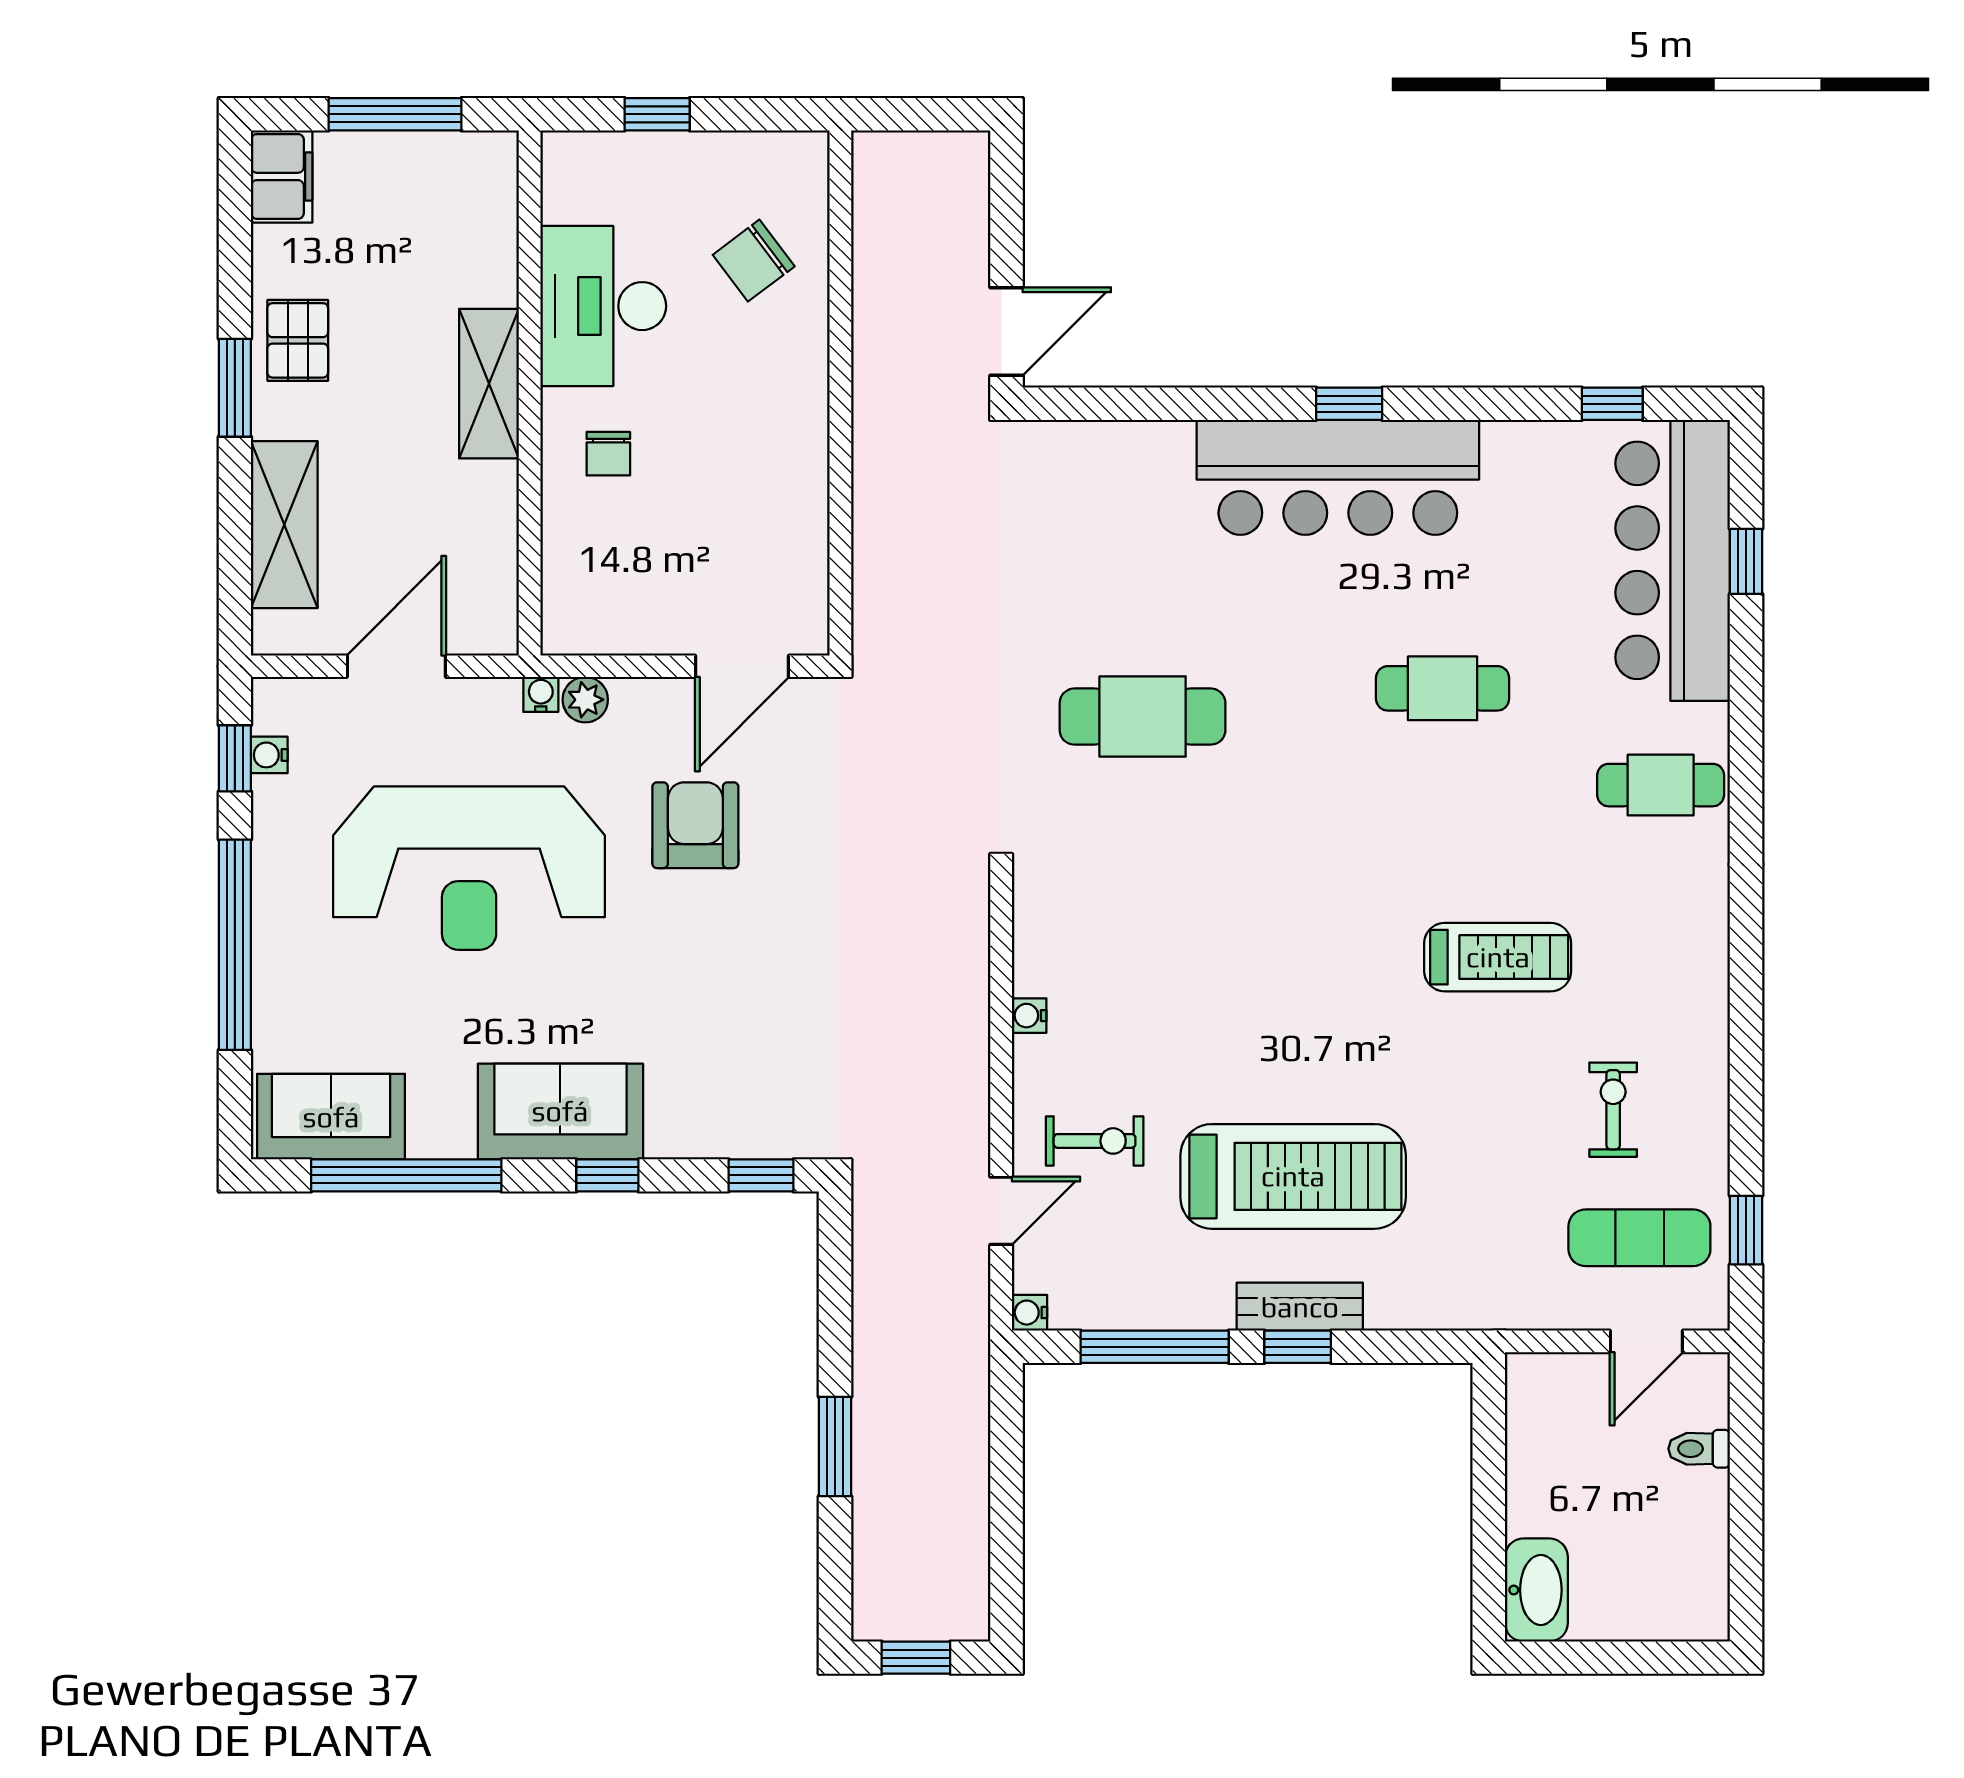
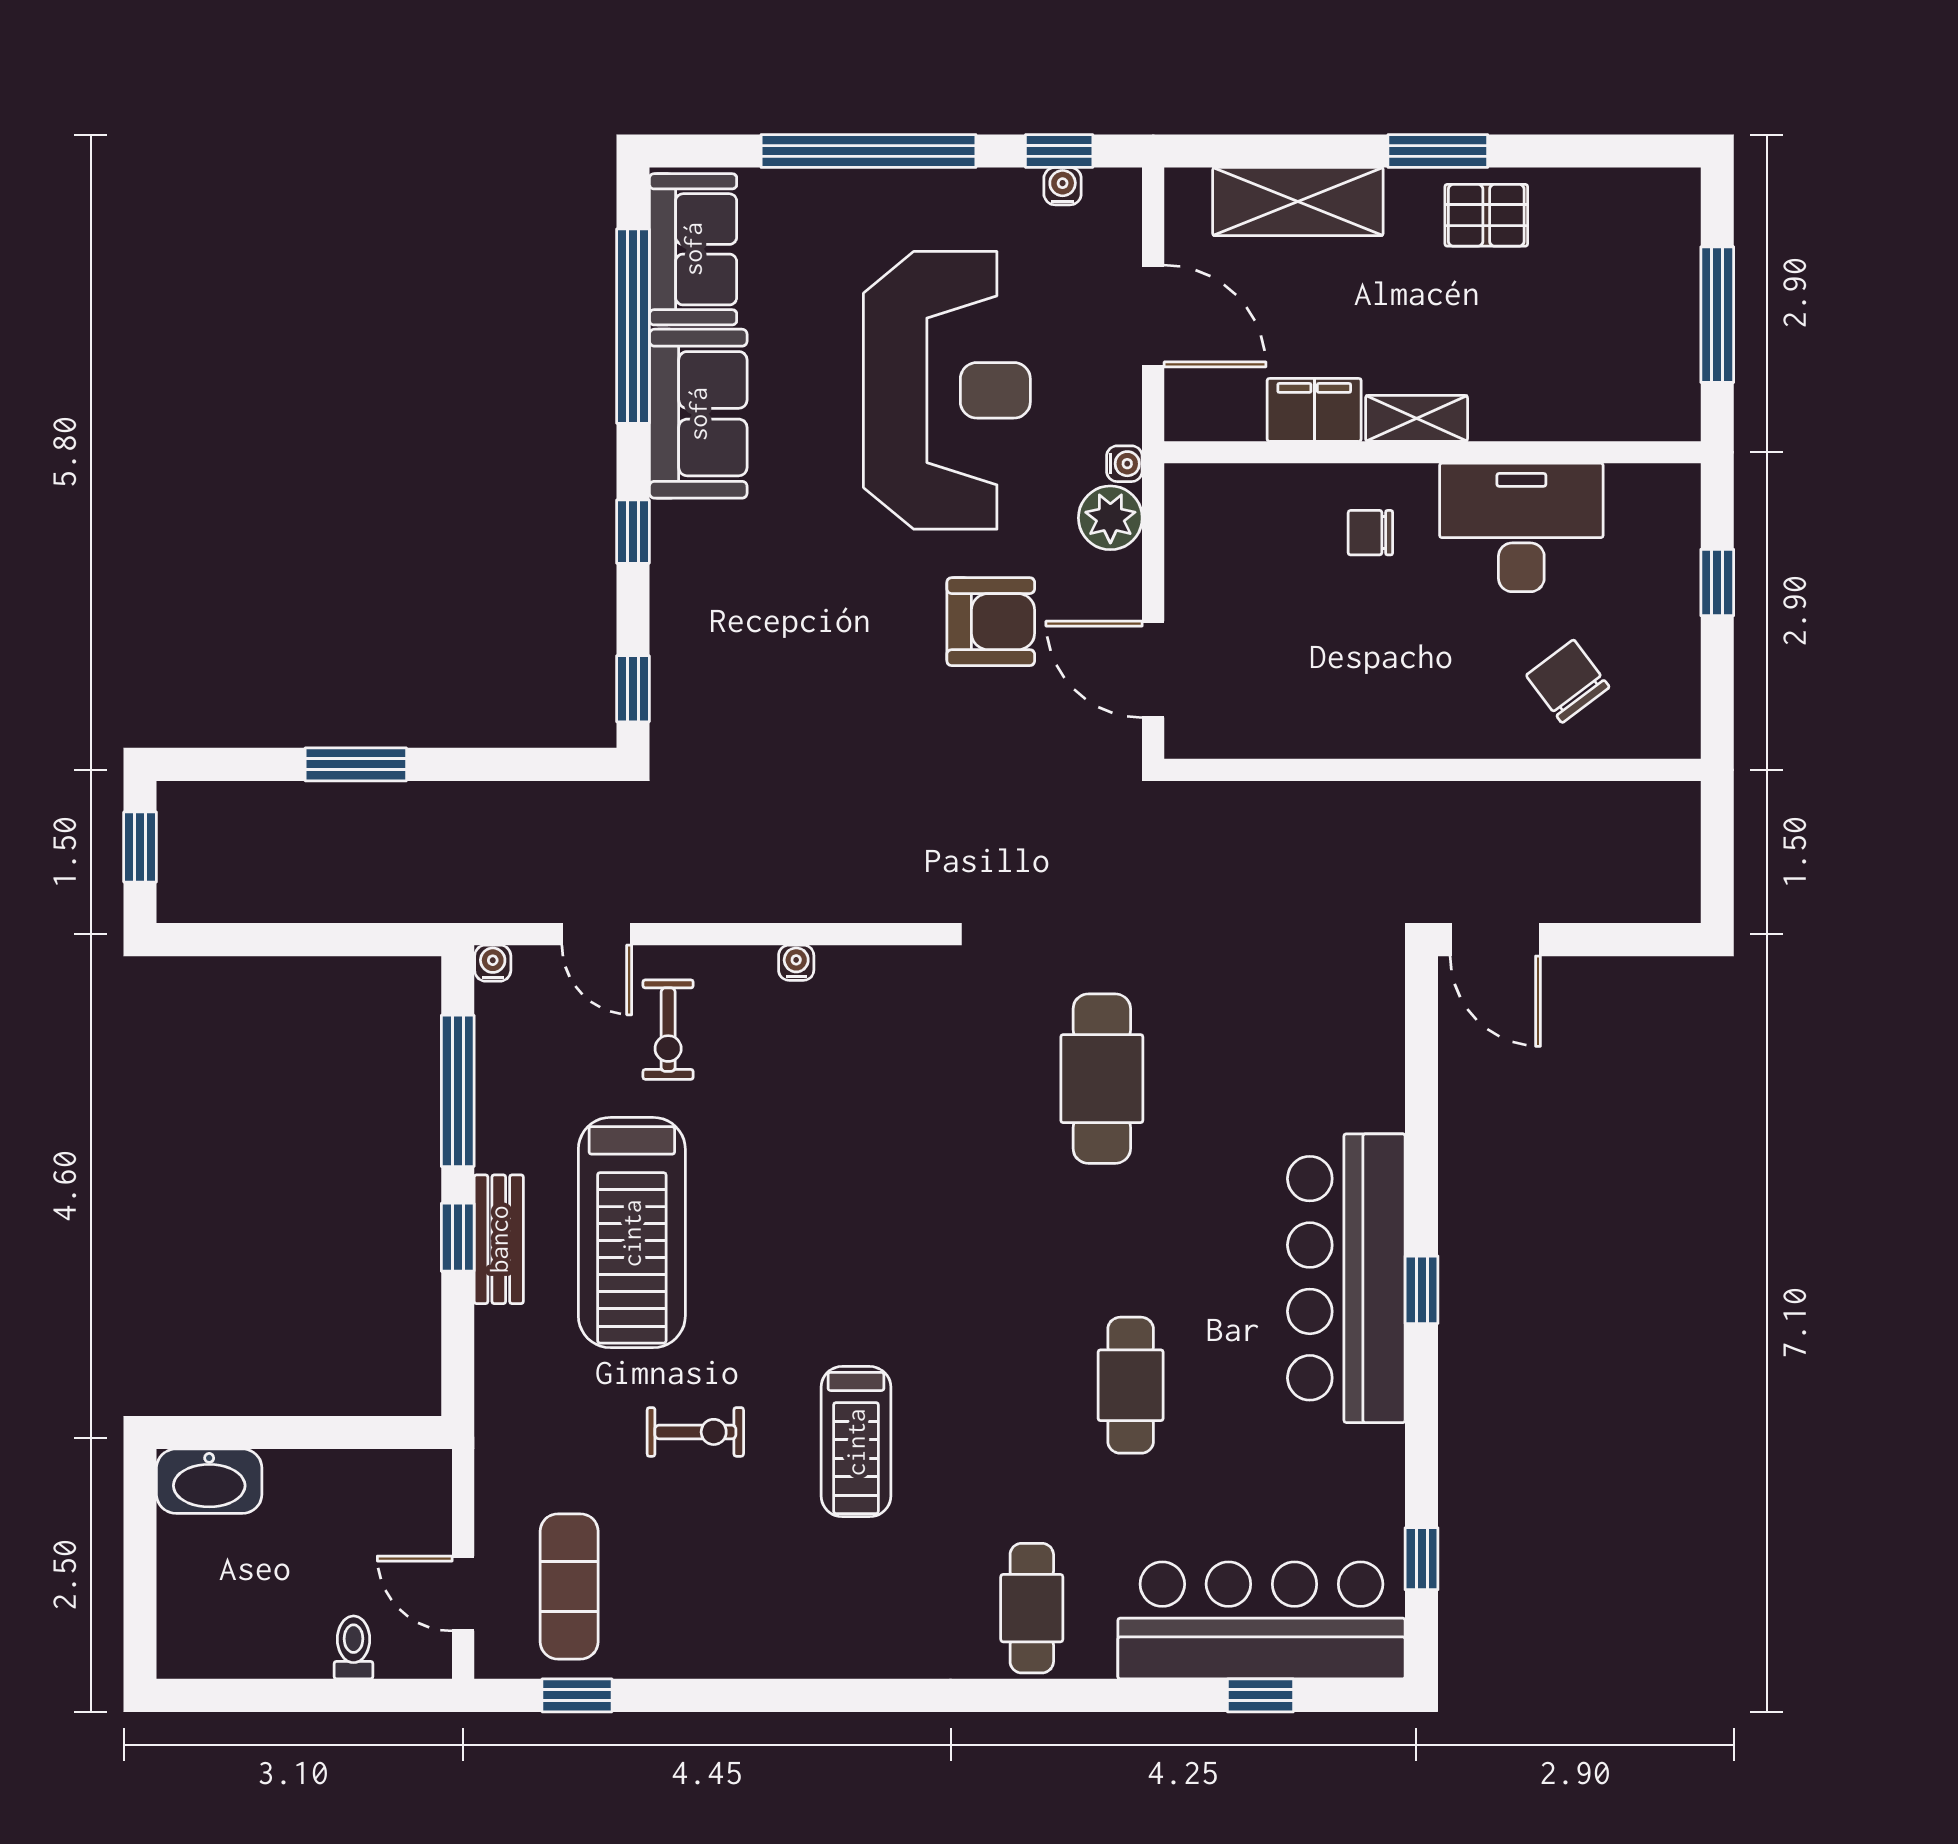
filing cabinet: (282, 176) -> (1314, 410), moved, turned 180
shelving: (489, 384) -> (1417, 418), width x0.67, depth x0.75
plant: (585, 700) -> (1110, 518), width x1.38, depth x1.38
reception desk: (469, 868) -> (947, 390), turned 180
exercise bike: (1613, 1110) -> (695, 1432), moved
sofa: (560, 1111) -> (698, 414), moved

